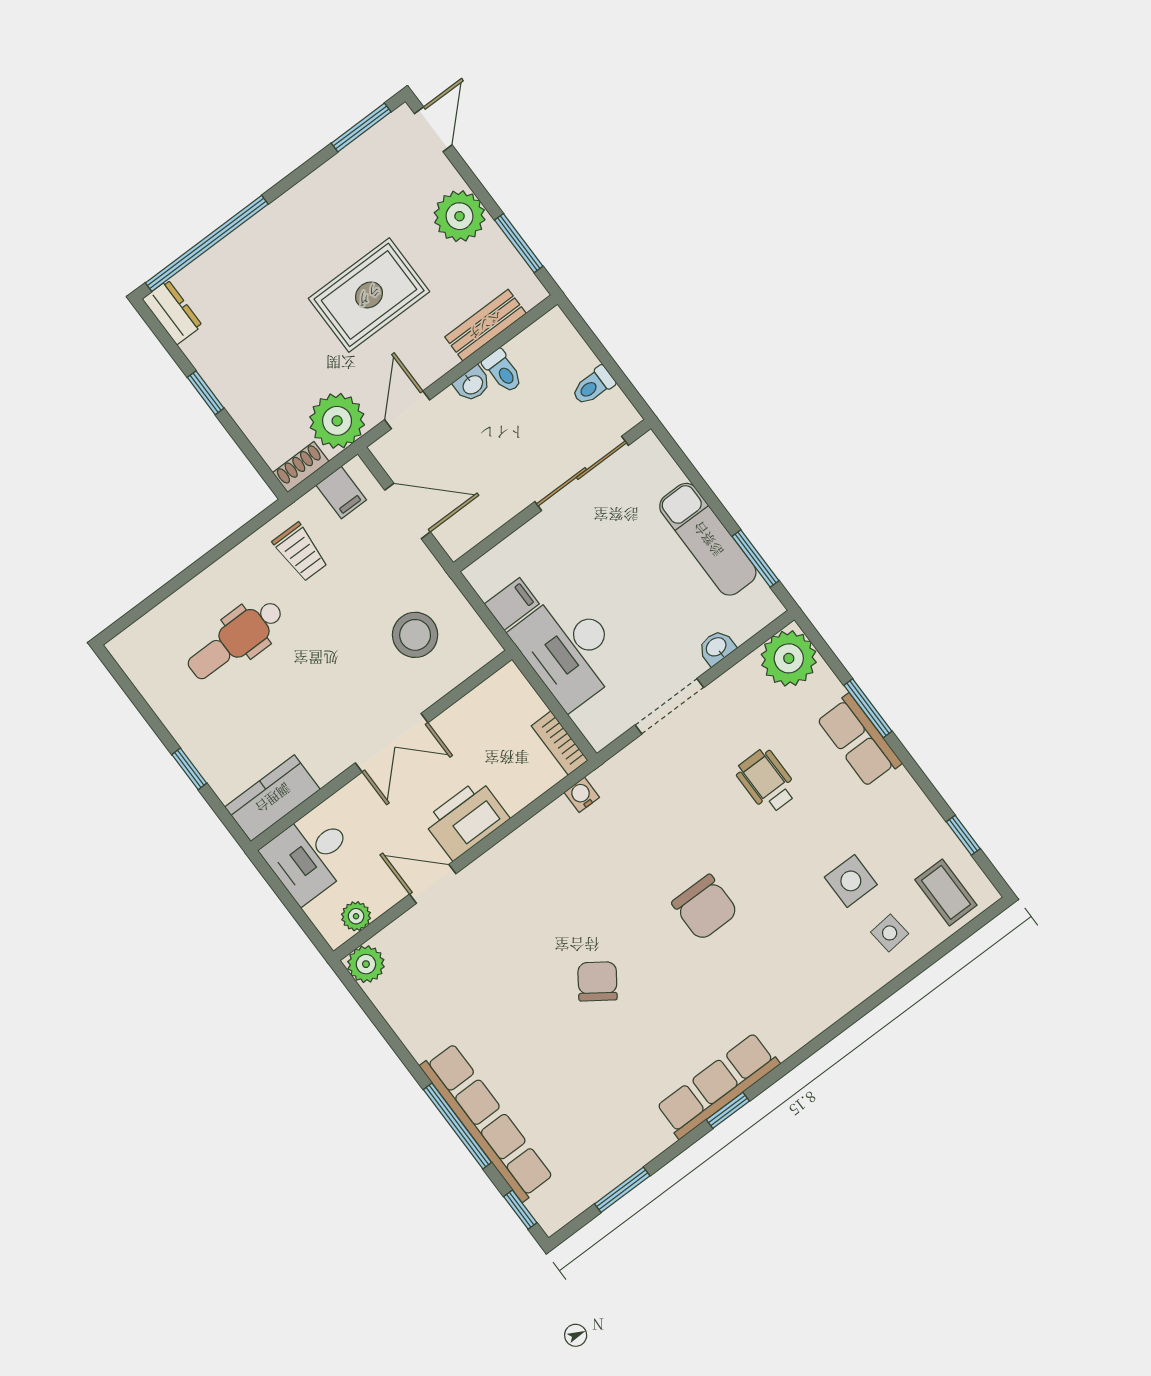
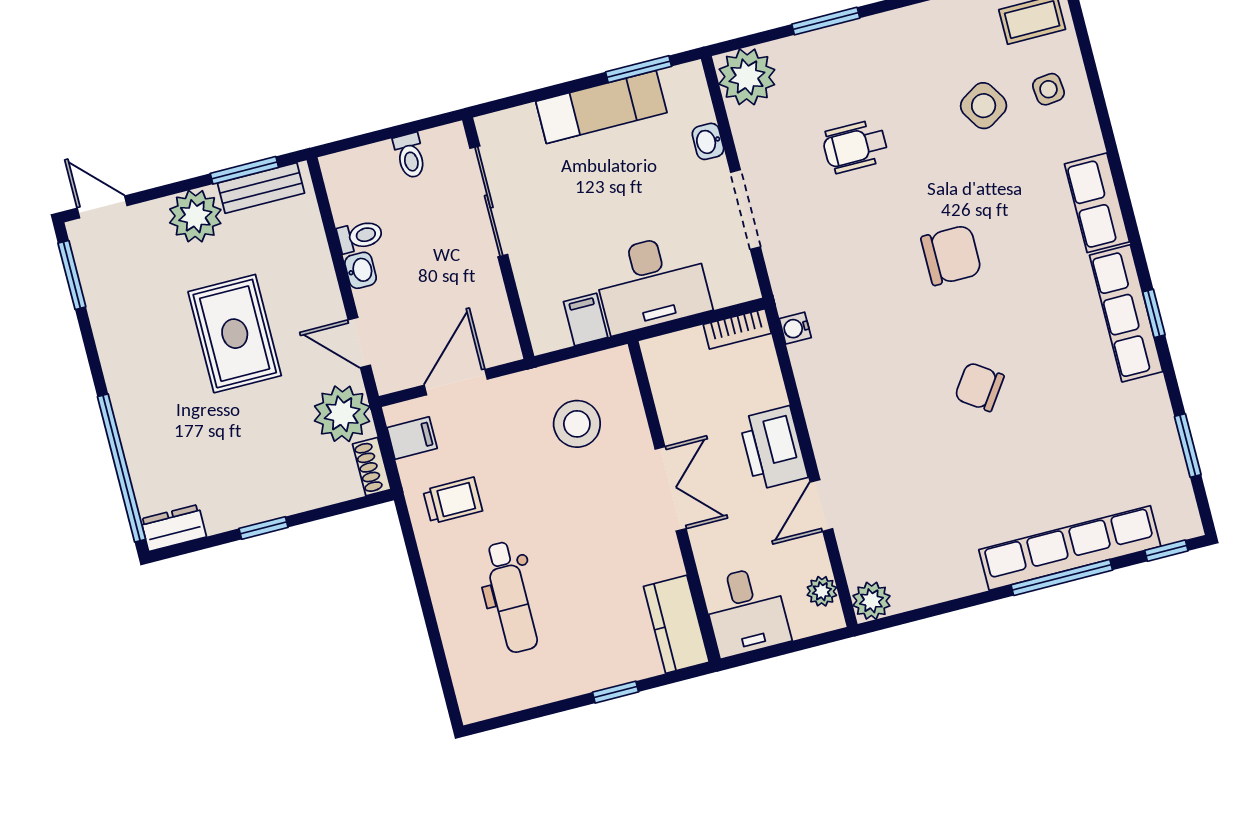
bench: (485, 325) -> (261, 188), moved, turned 90
row of seats: (859, 741) -> (1097, 203), moved, turned 90
side table: (851, 881) -> (984, 106), turned -32

